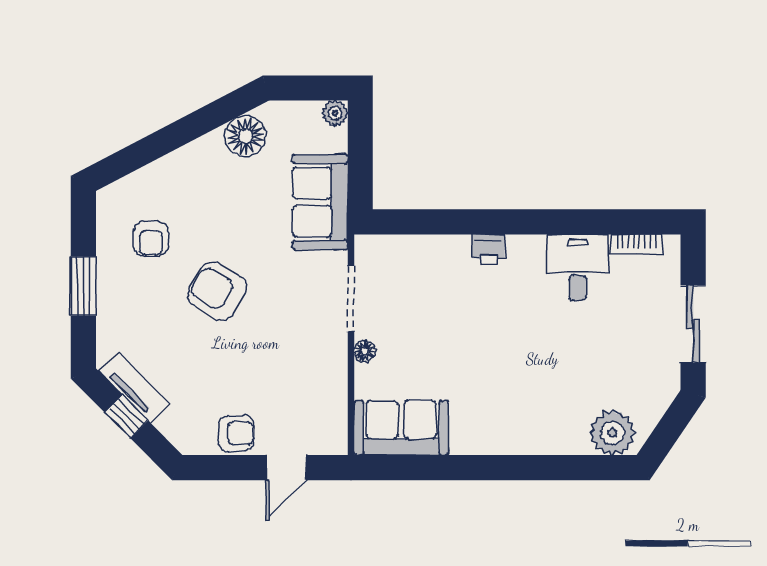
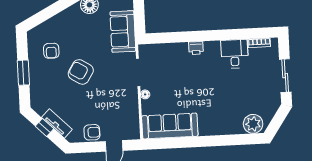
tv unit: (135, 388) -> (57, 123), moved
sofa: (401, 428) -> (170, 126), width x1.36

